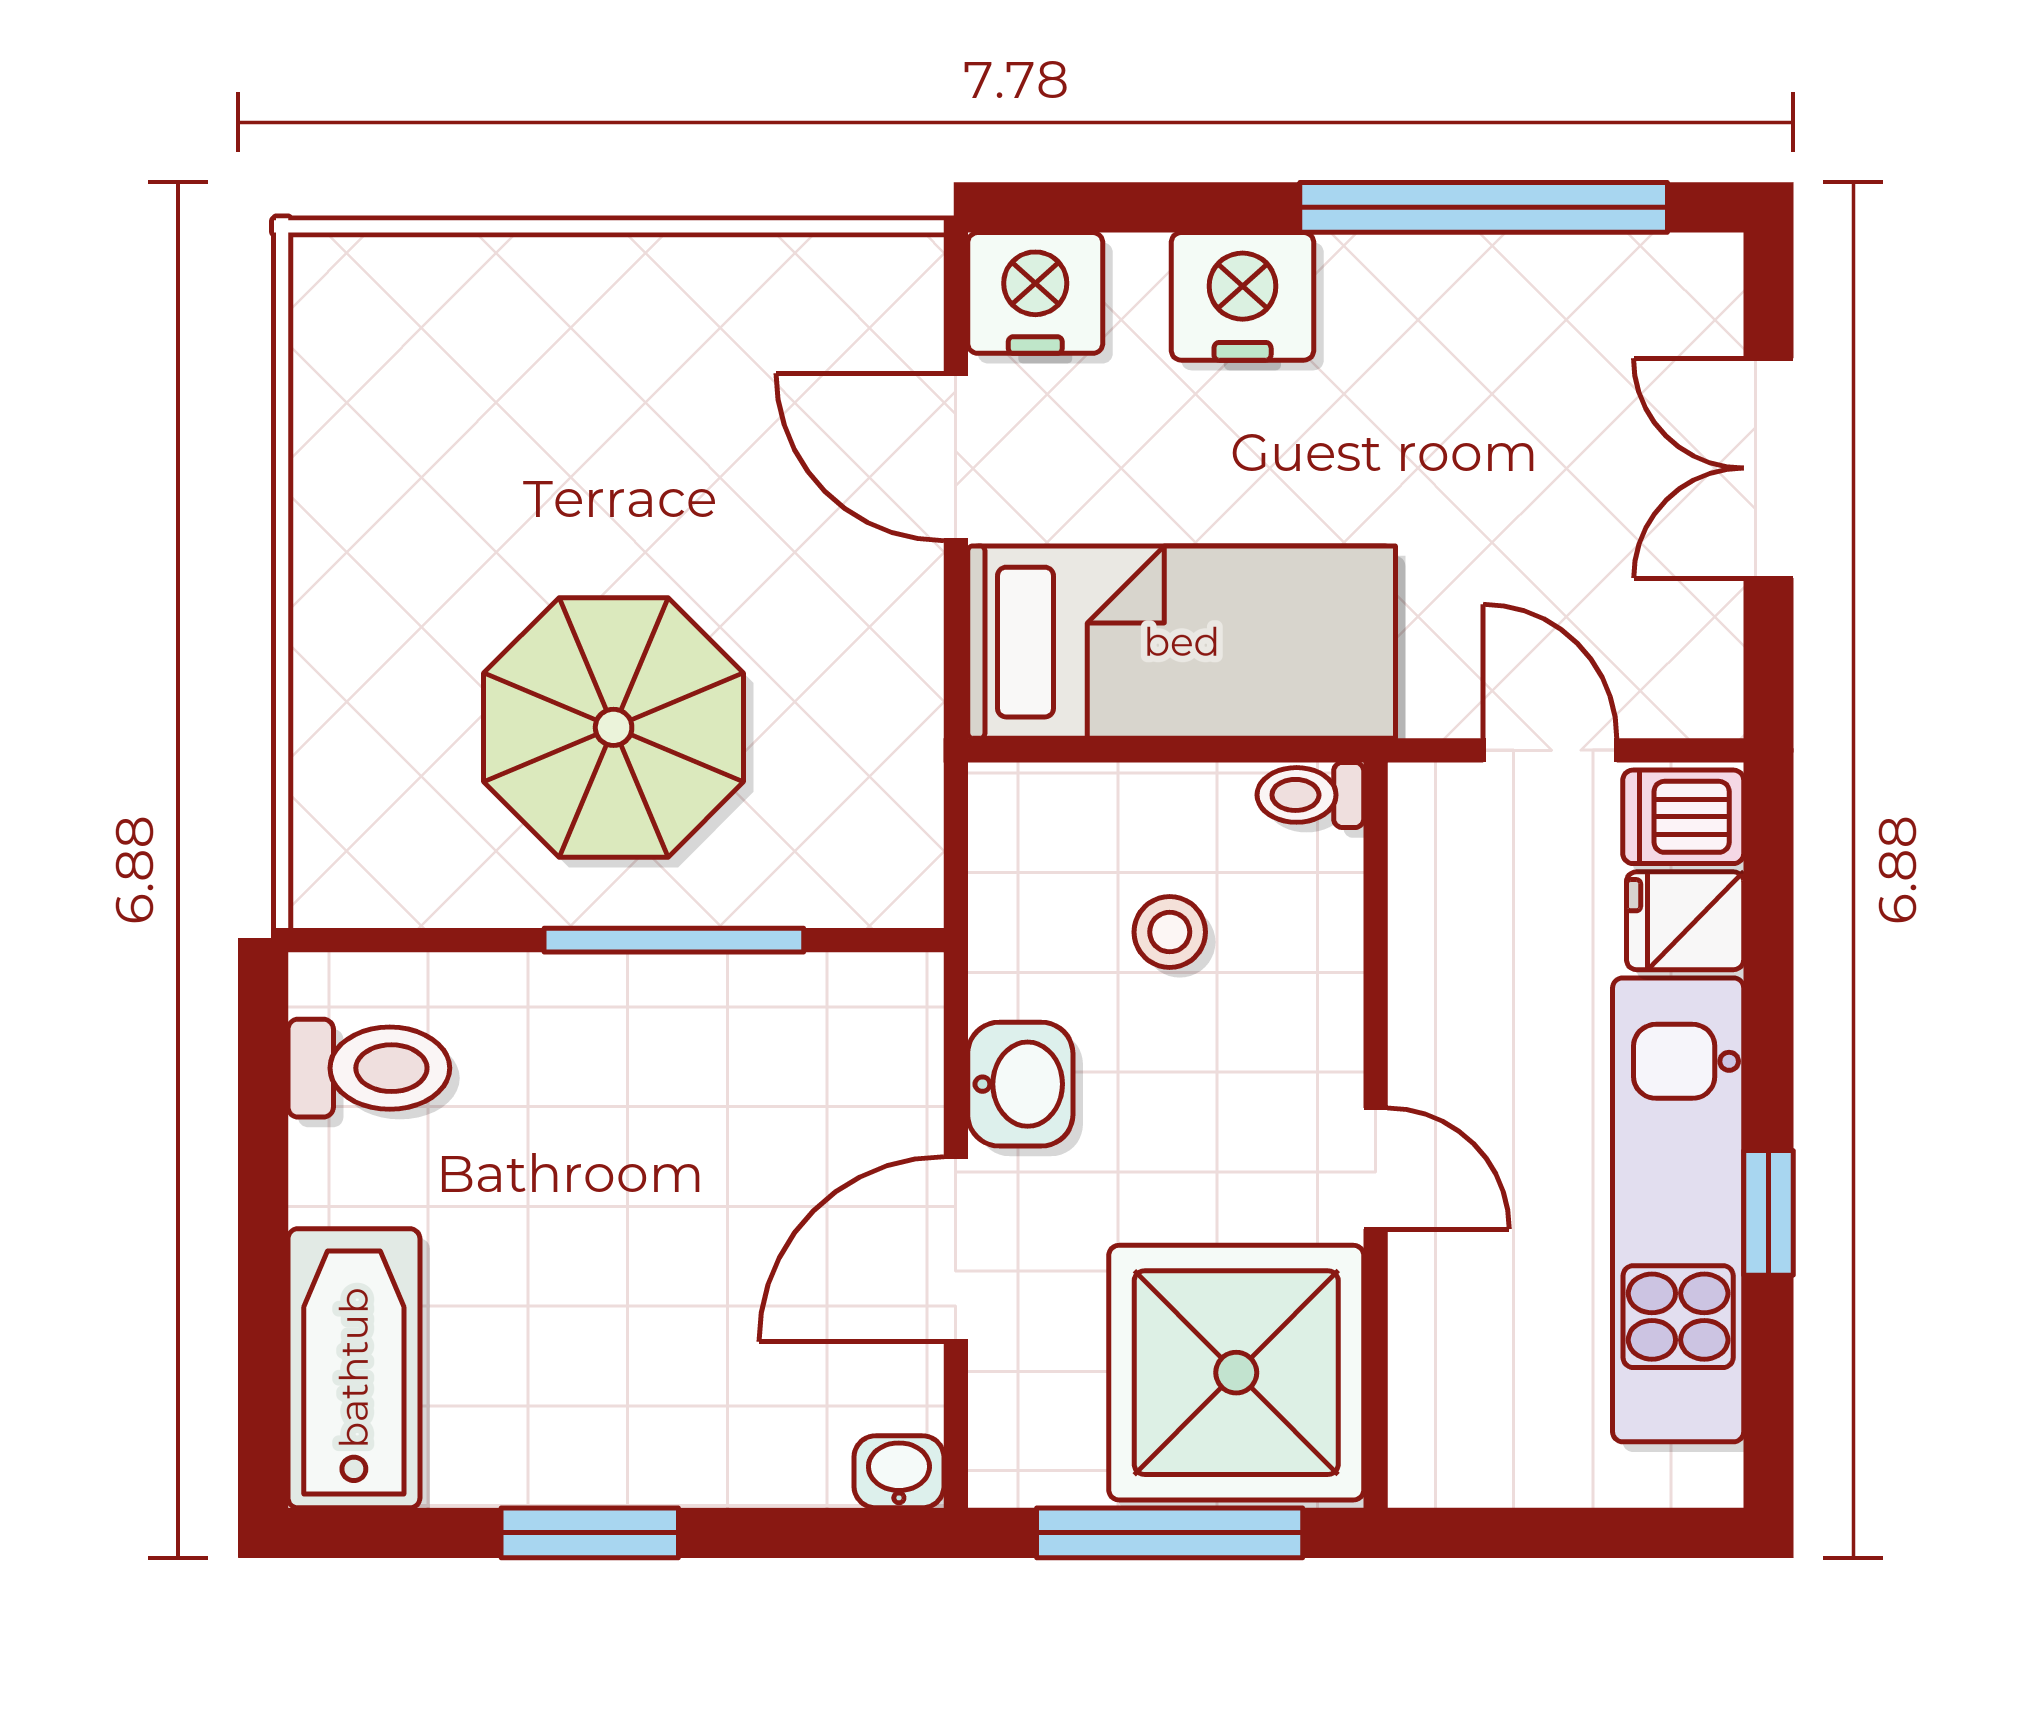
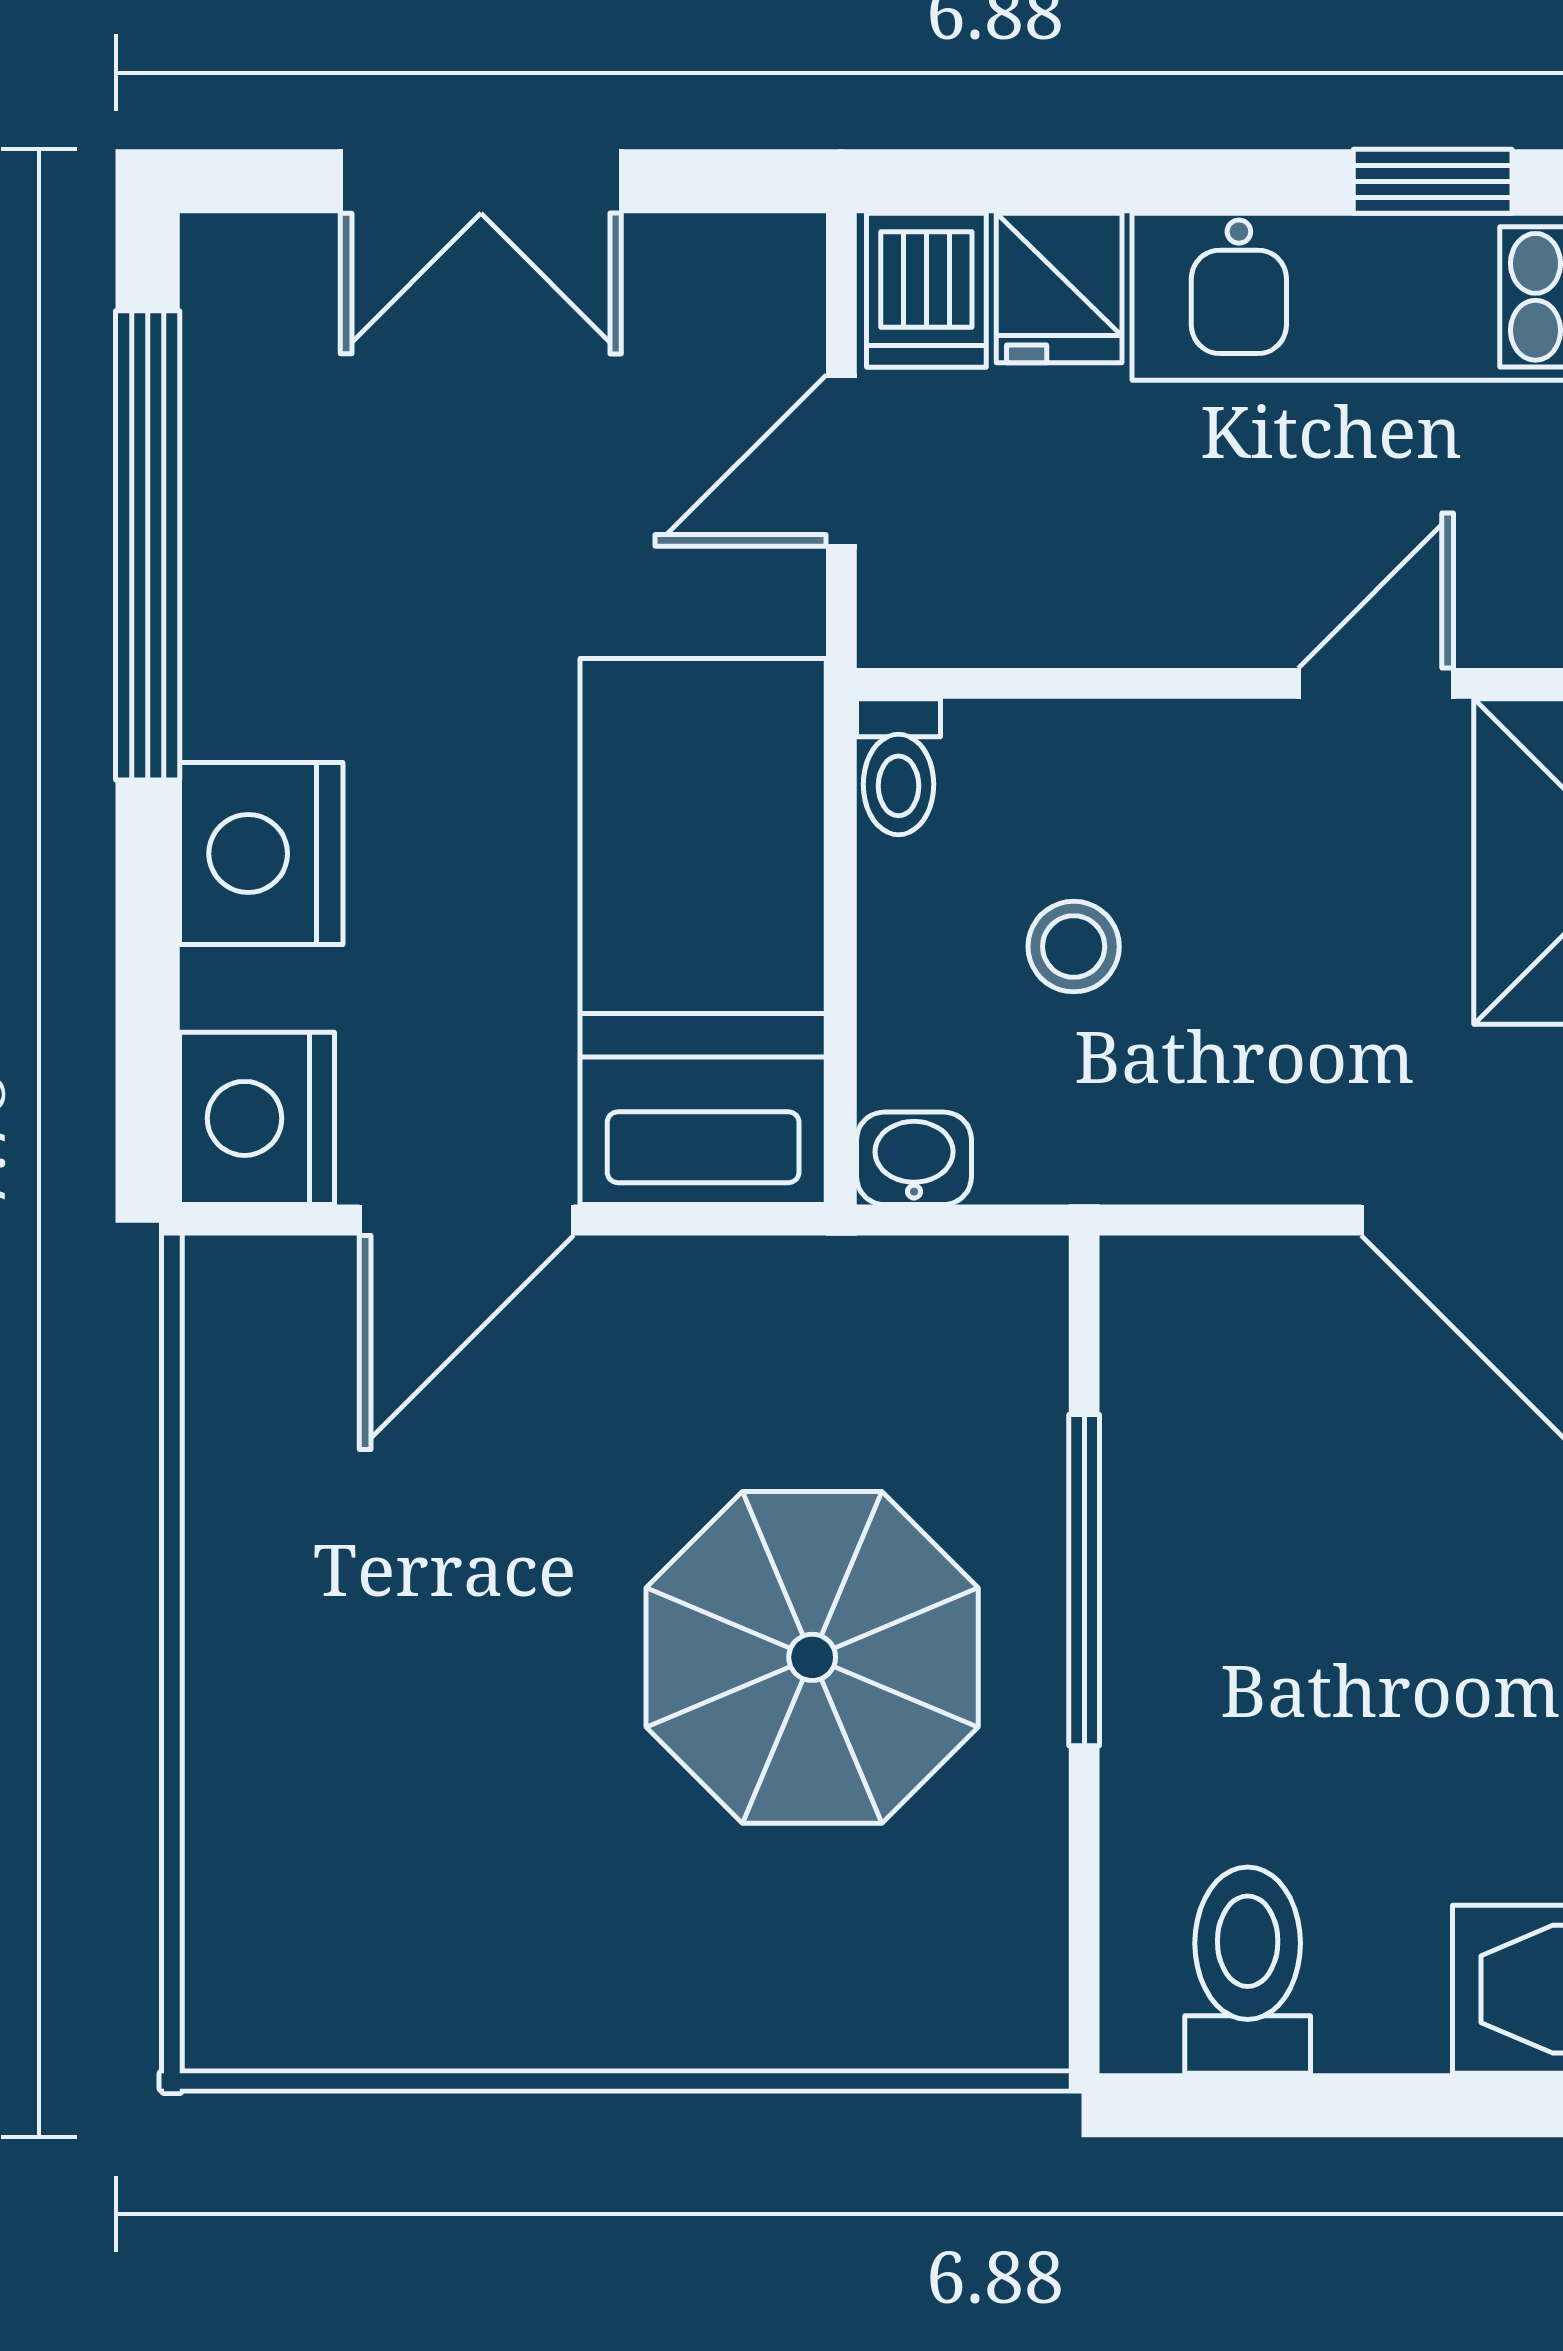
washbasin: (1020, 1084) -> (914, 1158), moved, width x0.72, depth x0.69

